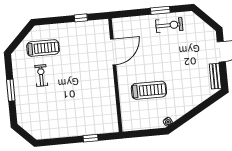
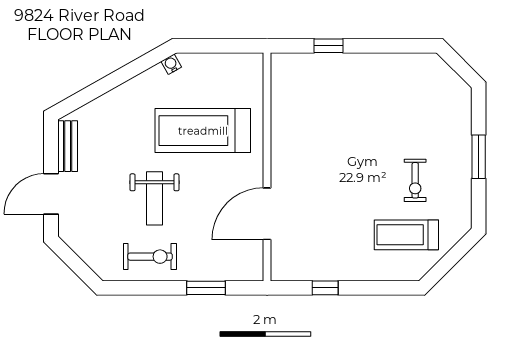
window: (160, 10) -> (206, 288), moved
exercise bike: (169, 25) -> (150, 257), turned 180
weight bench: (170, 54) -> (154, 198), added
treadmill: (149, 90) -> (203, 131), width x1.37, depth x1.38

